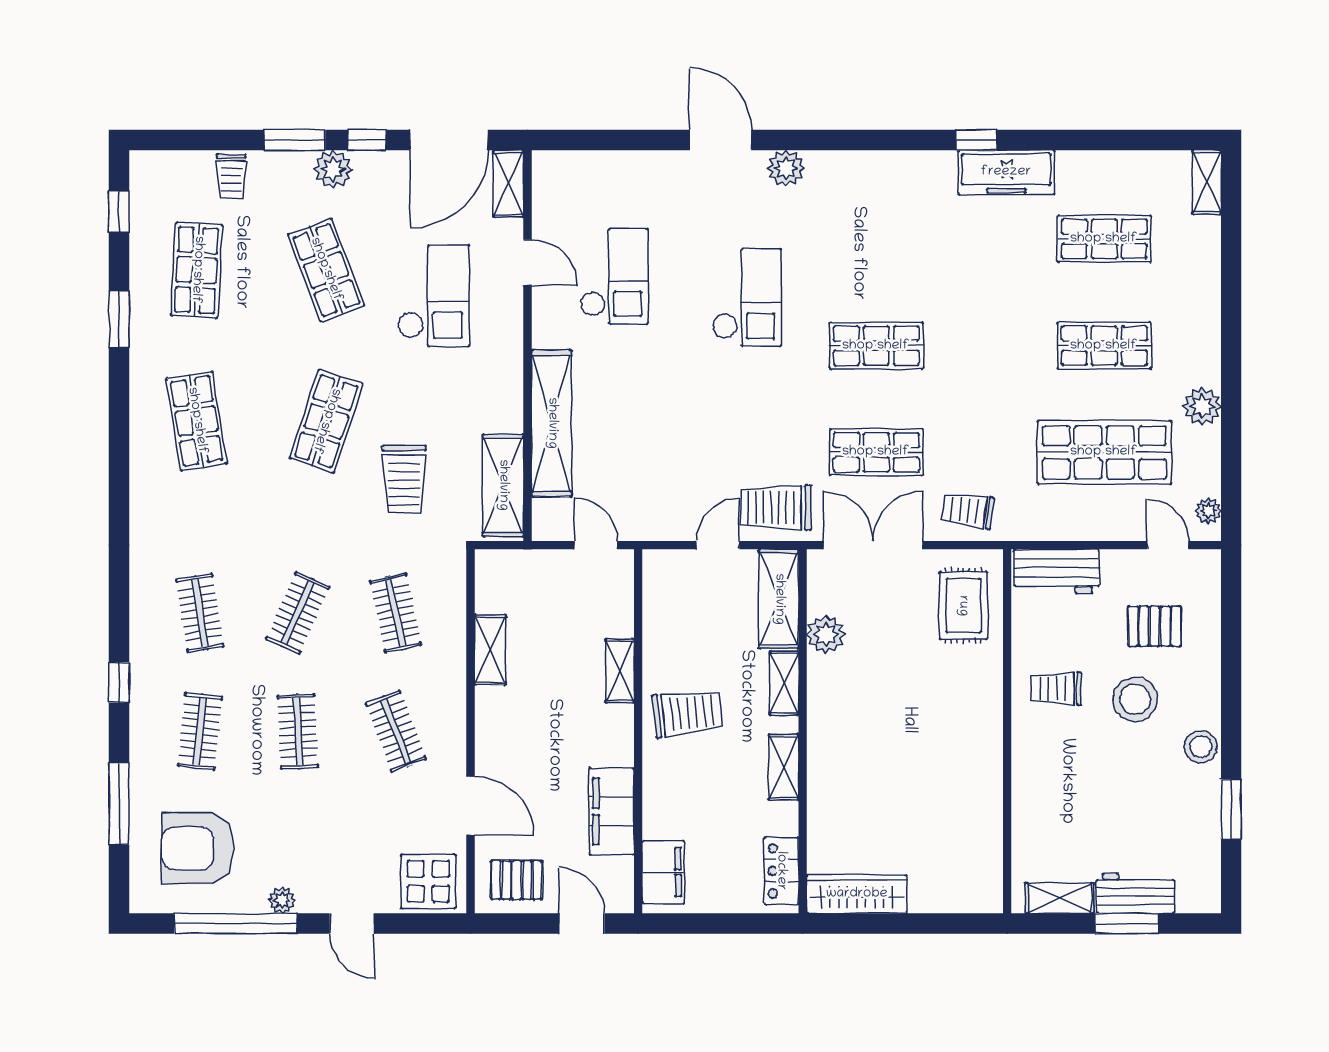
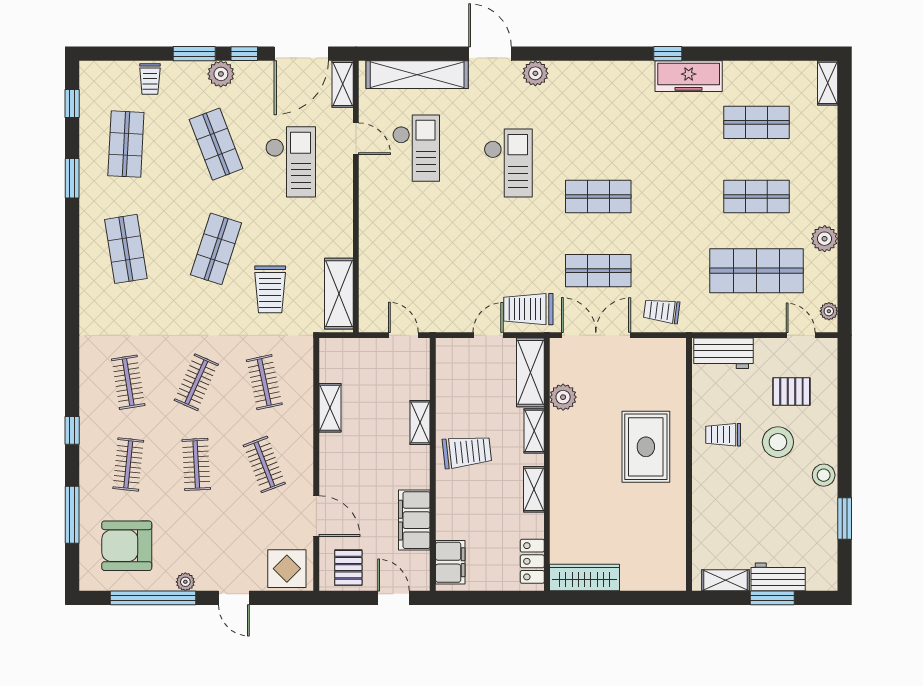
shelving: (552, 423) -> (417, 75), moved, turned 90
rug: (963, 606) -> (646, 447), moved, width x1.36, depth x1.43
pallet: (517, 880) -> (348, 568), turned 90

